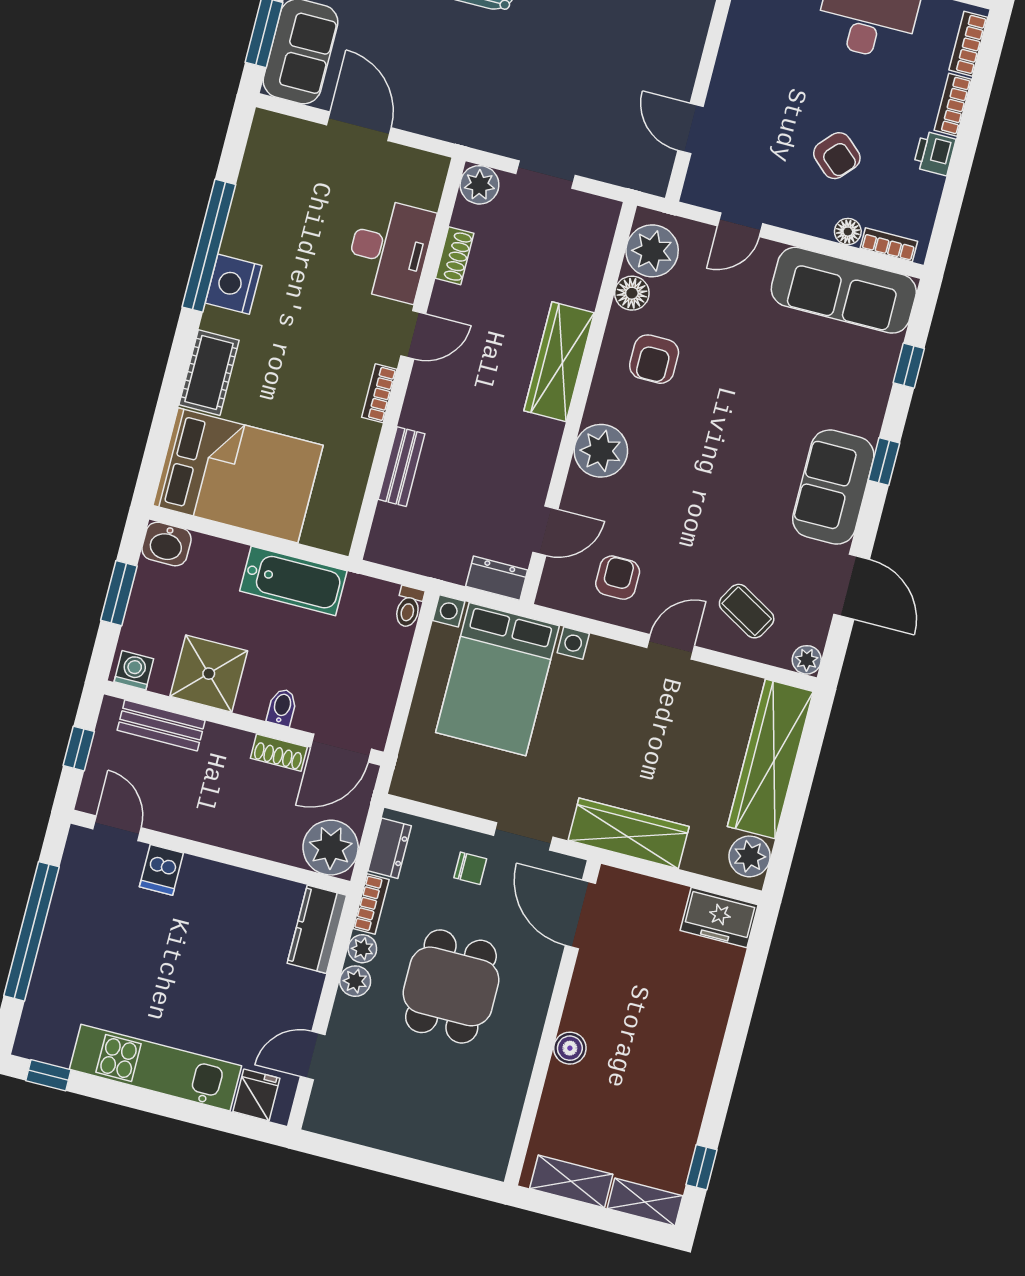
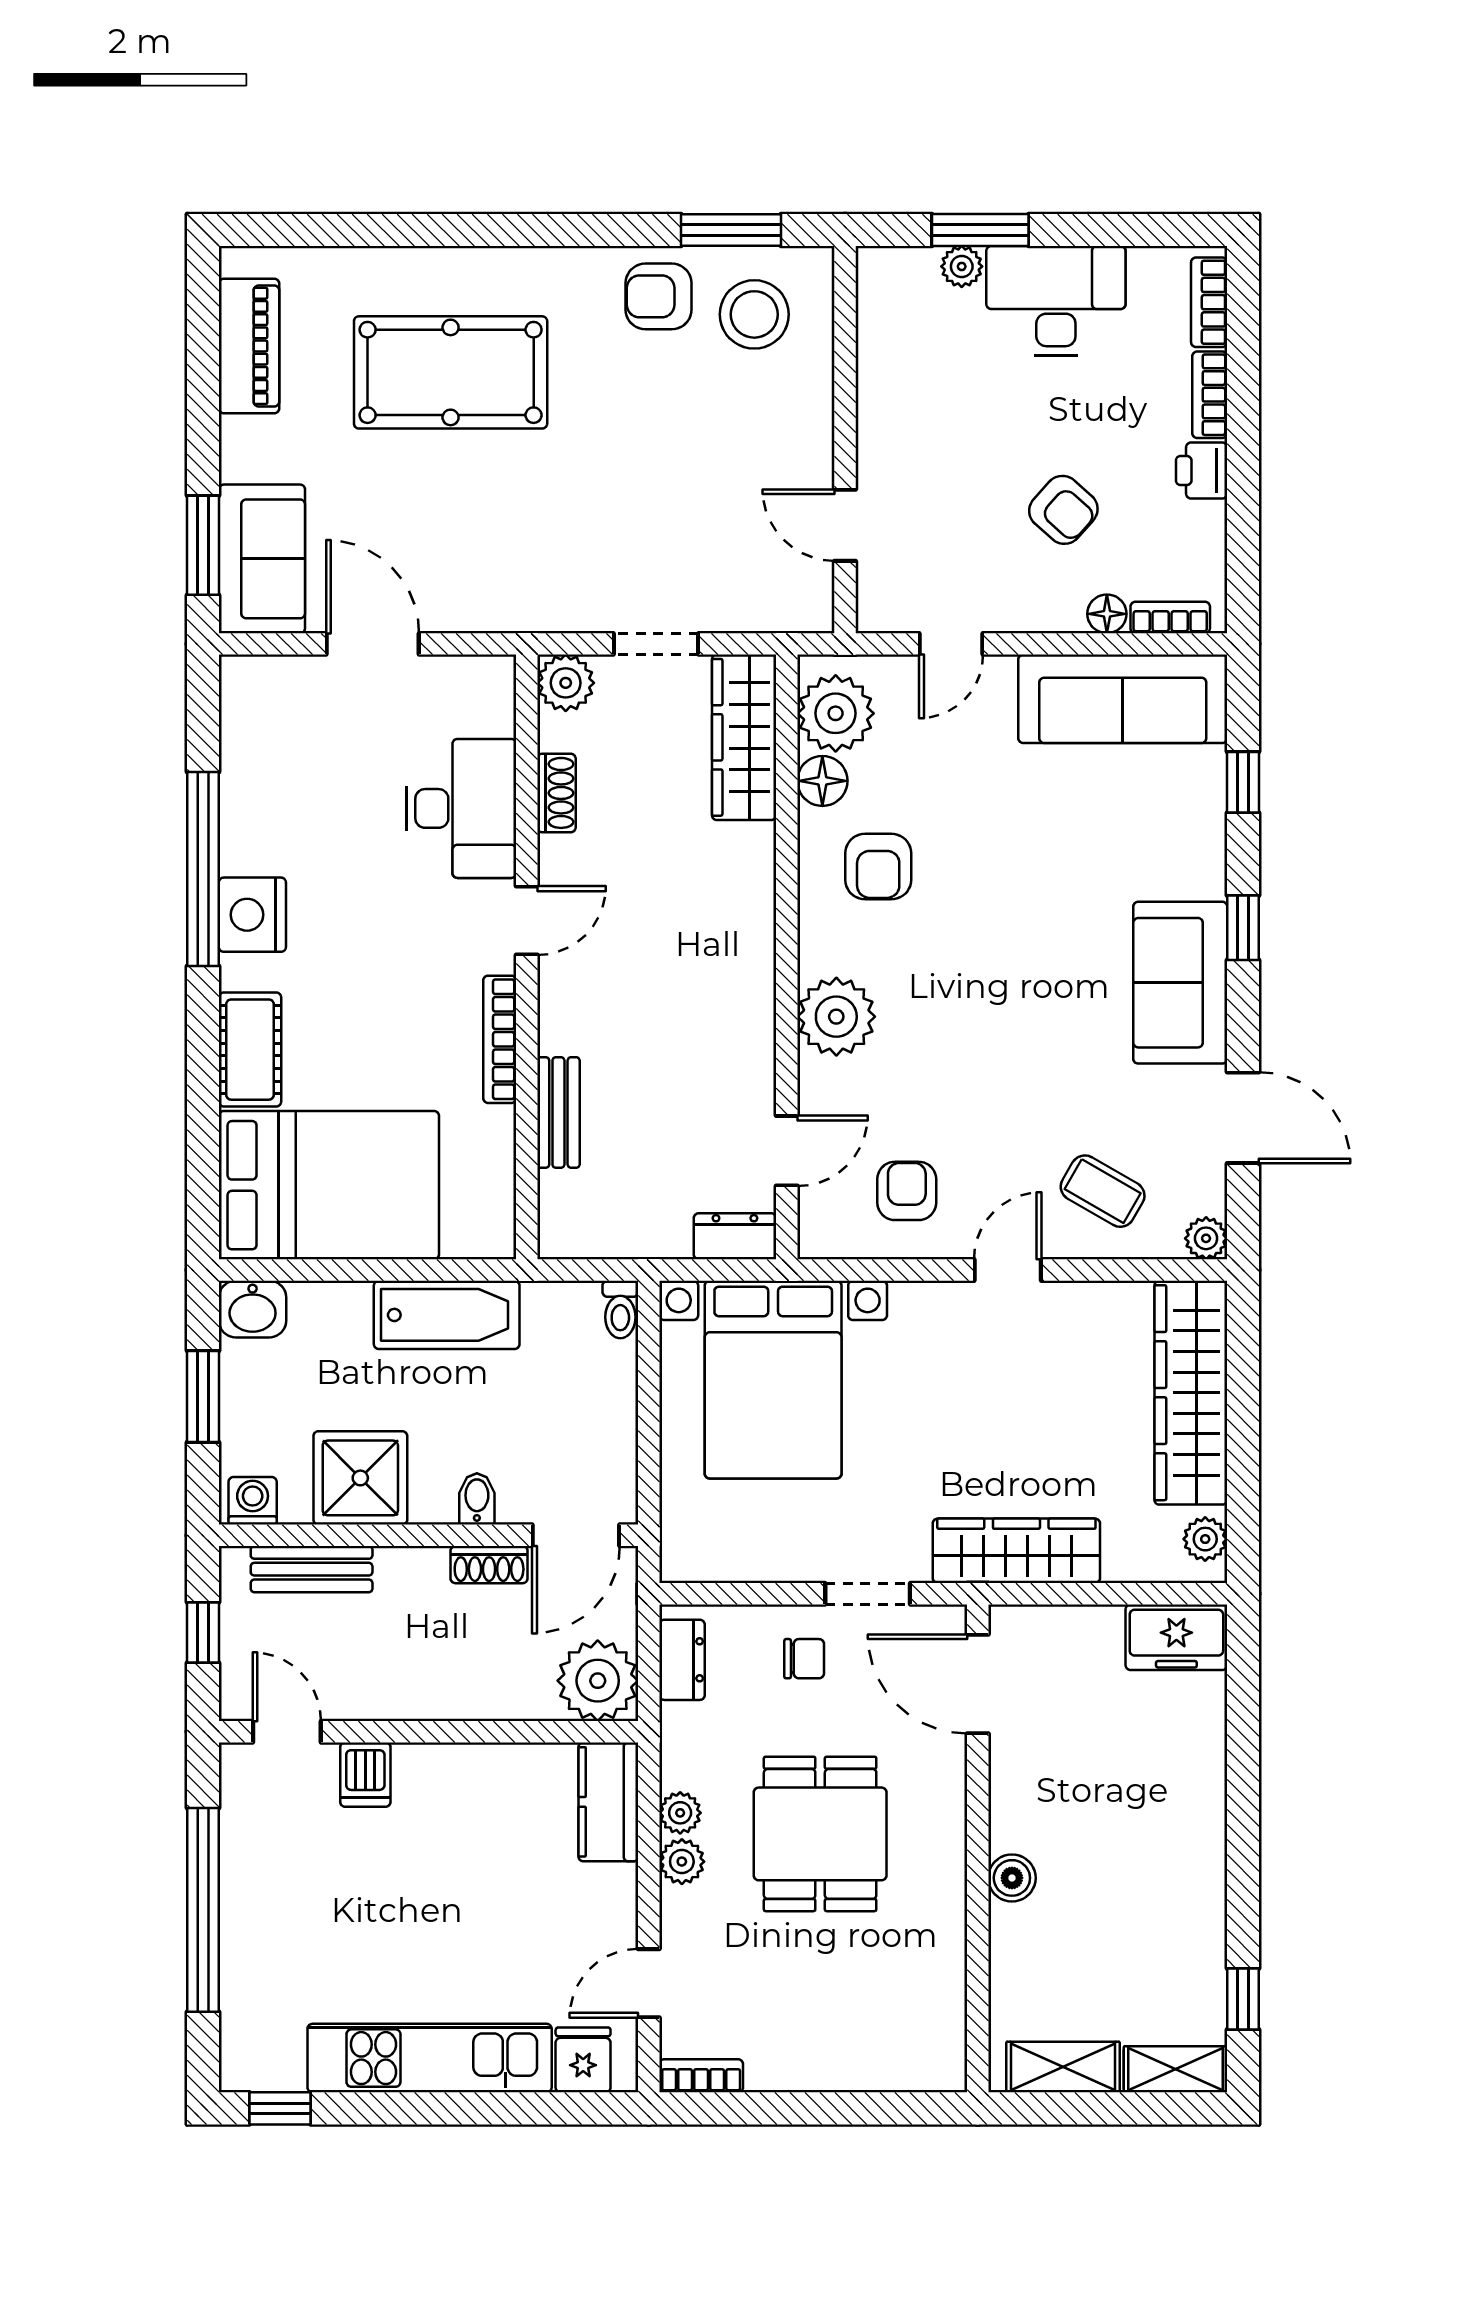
wardrobe: (559, 362) -> (744, 737), moved
bookcase: (379, 393) -> (500, 1039), width x1.56
plant: (750, 856) -> (1205, 1539), width x0.73, depth x0.73
bookcase: (371, 904) -> (701, 2076), moved, turned -90

